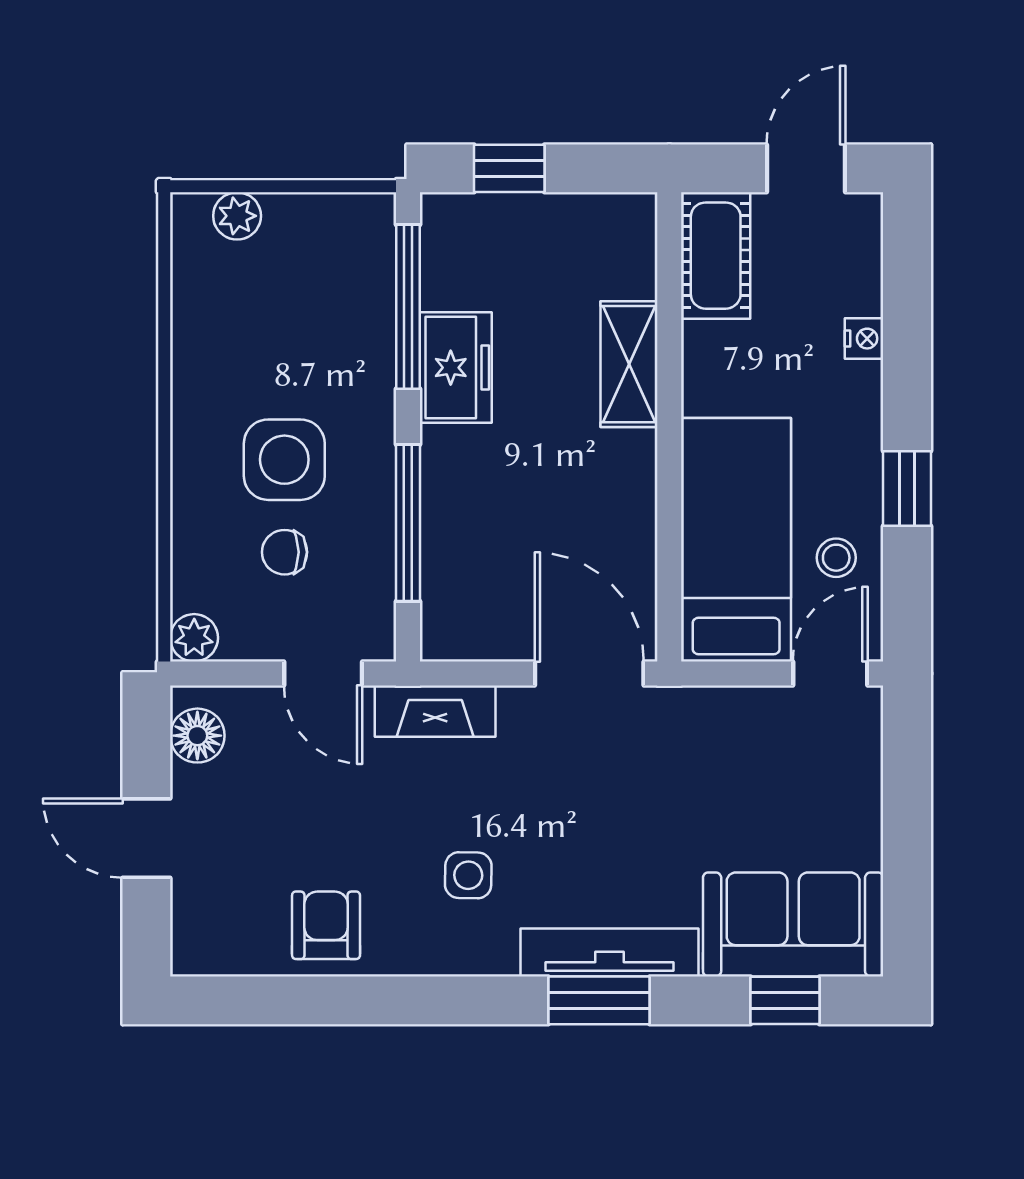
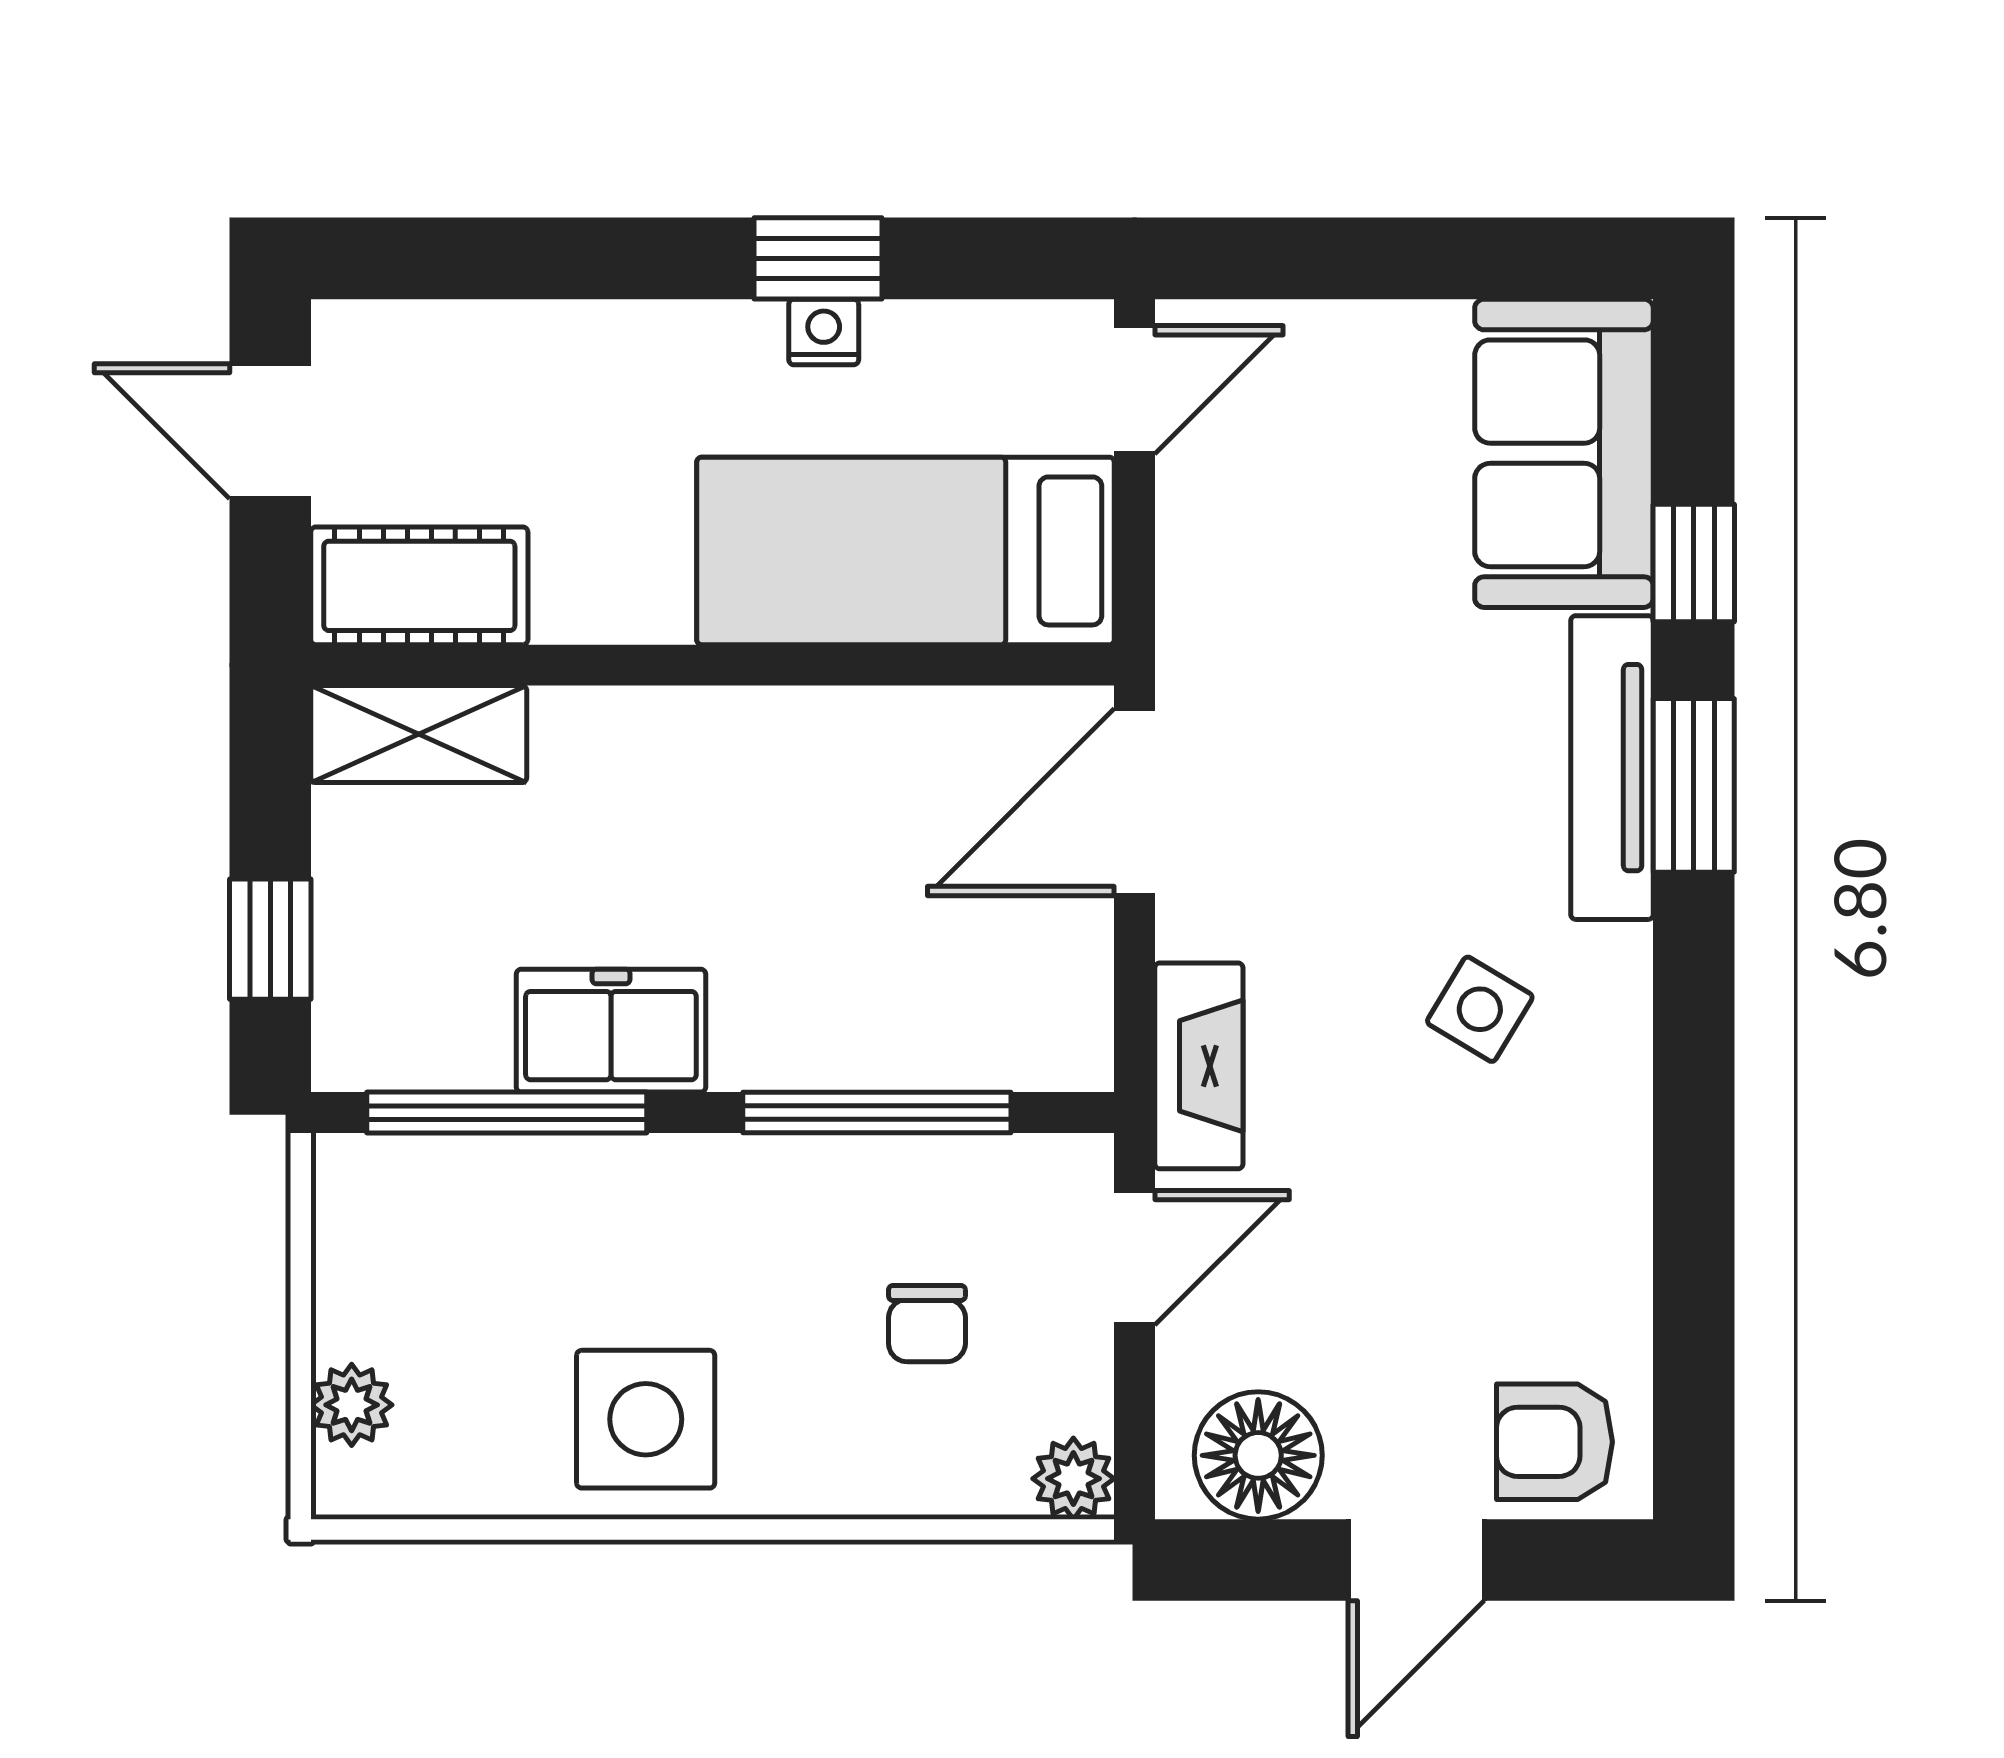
nightstand: (864, 339) -> (824, 332), moved
shelving: (629, 364) -> (419, 734), moved
side table: (284, 460) -> (646, 1419), moved
stool: (836, 558) -> (936, 380), removed
door: (830, 673) -> (1135, 390), swing flipped
floor lamp: (197, 736) -> (1258, 1455), width x1.38, depth x1.38
side table: (468, 875) -> (1480, 1009), turned 30
armchair: (326, 925) -> (1555, 1442), moved
window: (785, 1000) -> (1694, 563), moved

